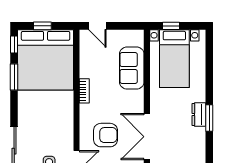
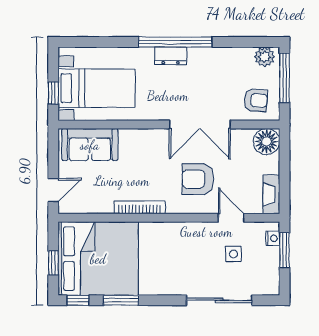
sofa: (132, 68) -> (90, 145), moved
bookcase: (84, 91) -> (140, 207), width x1.56
window: (209, 118) -> (175, 42), width x2.11
armchair: (106, 135) -> (198, 179), turned -90

